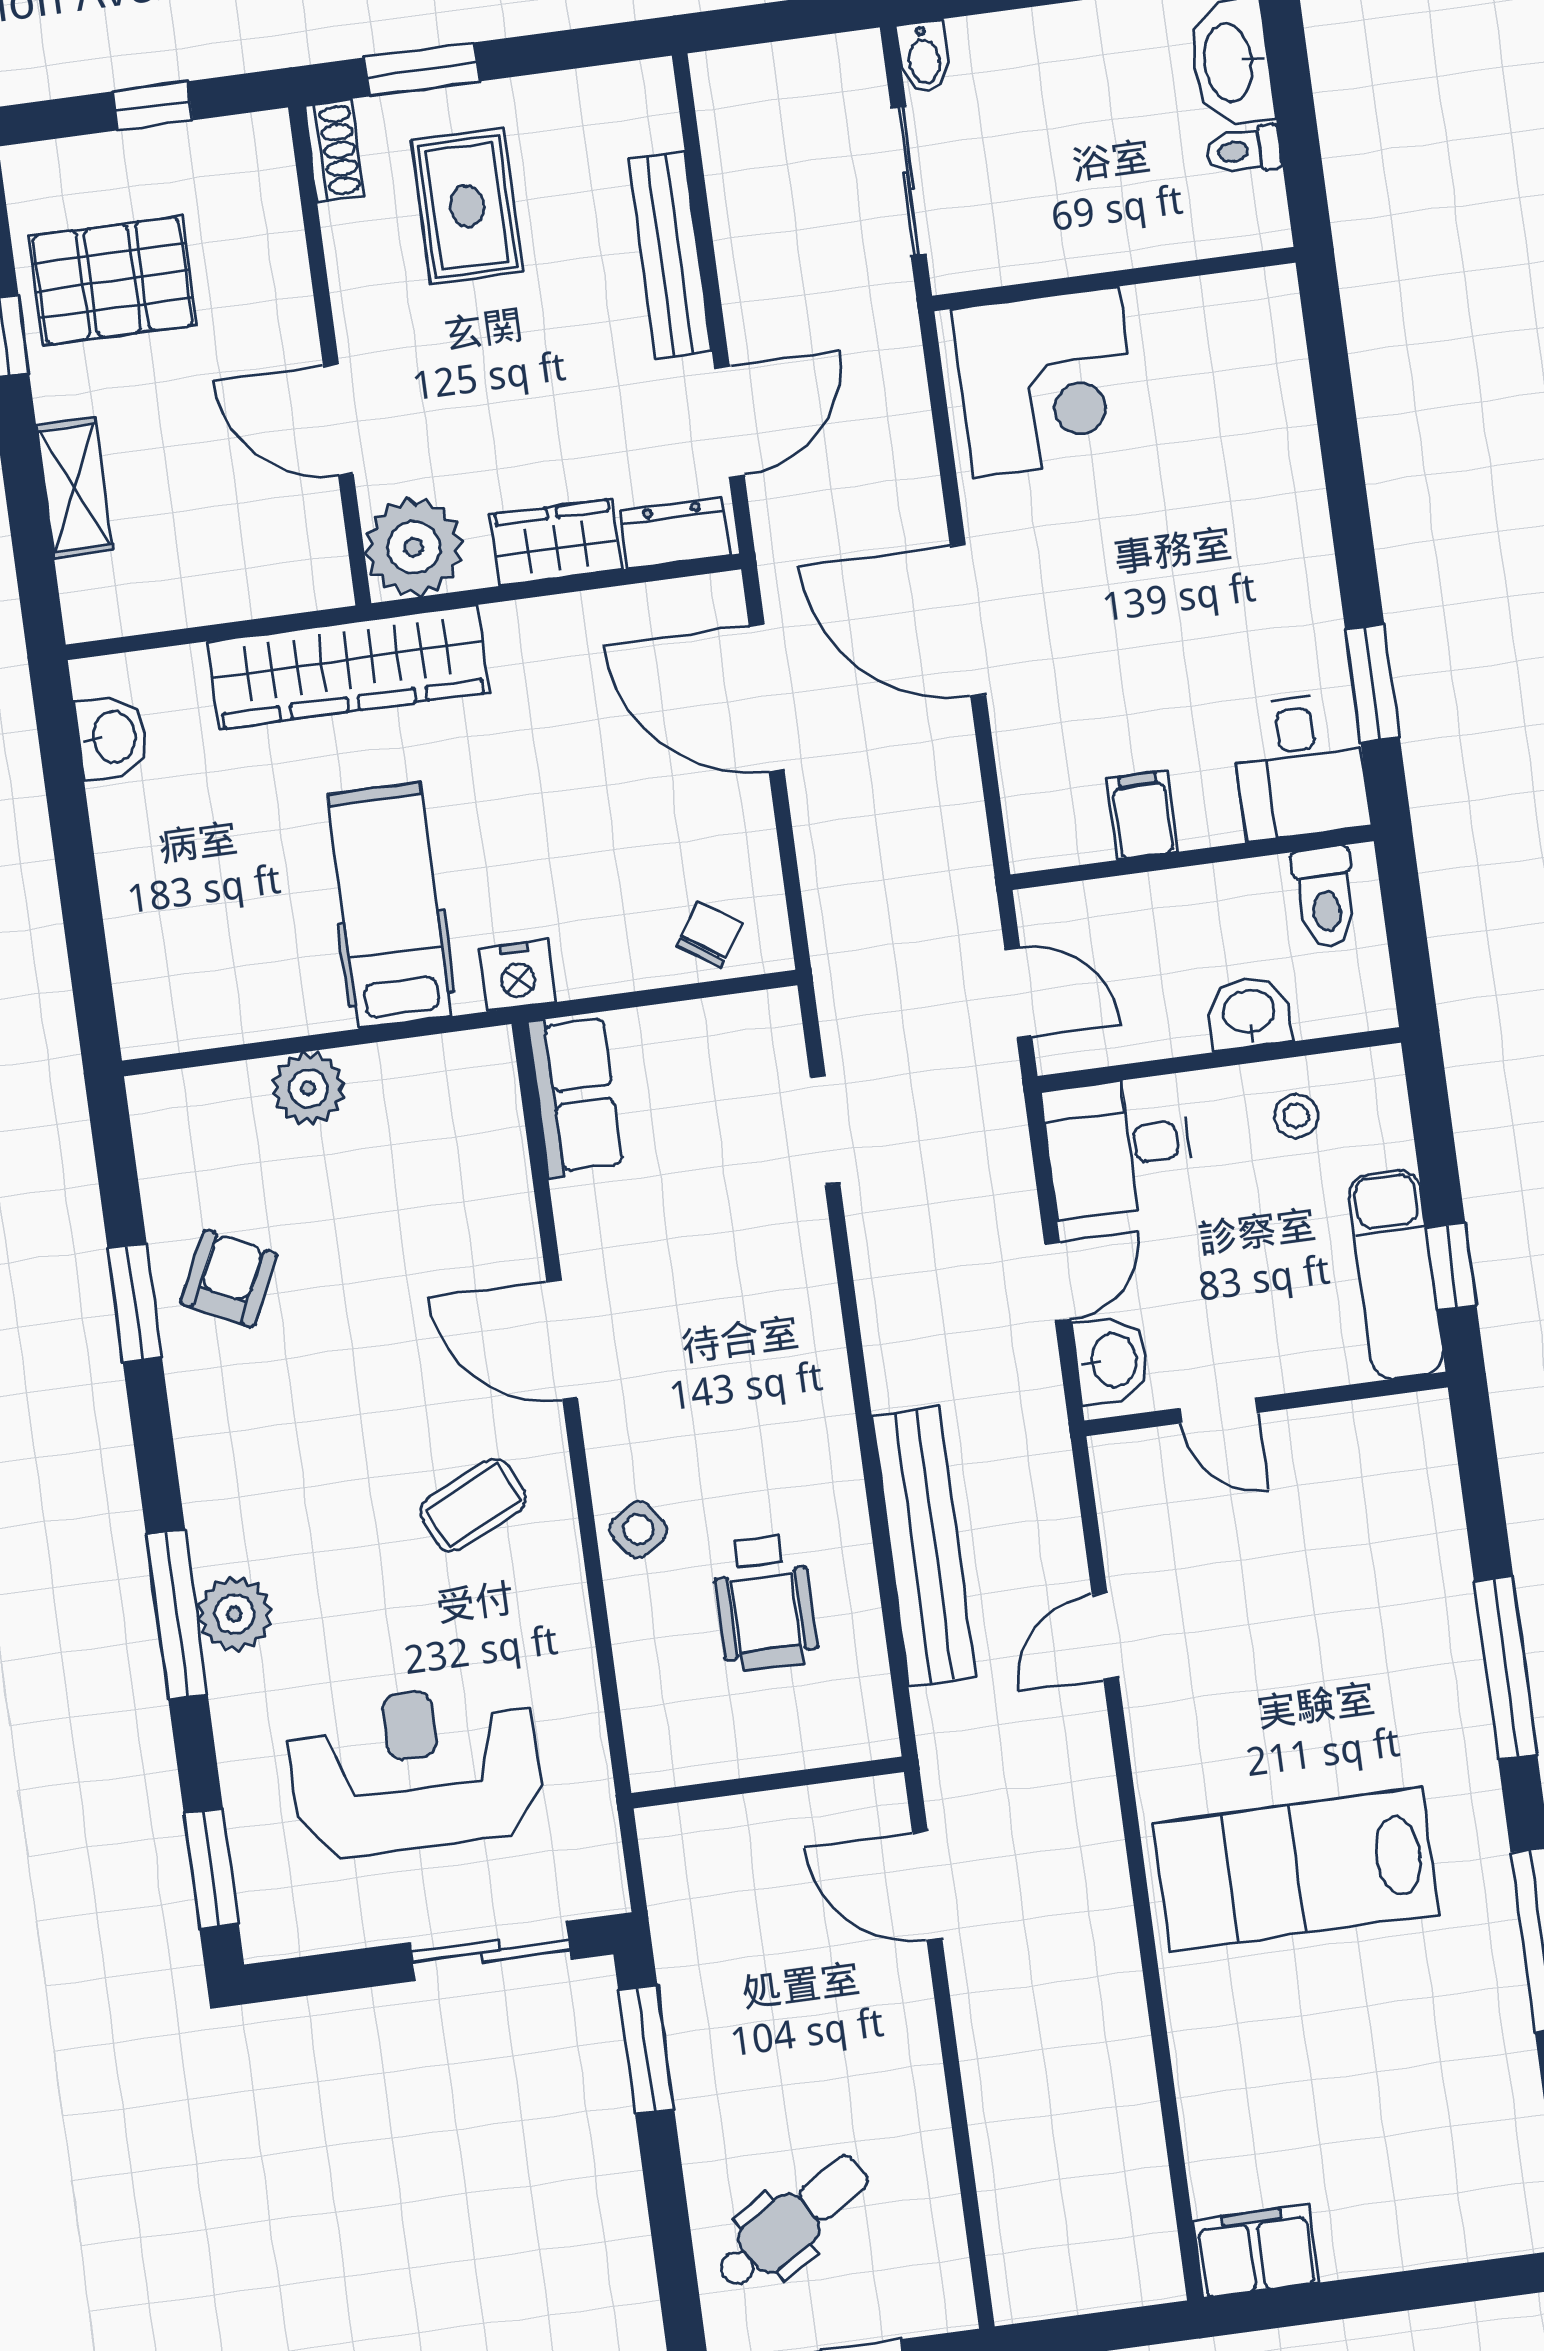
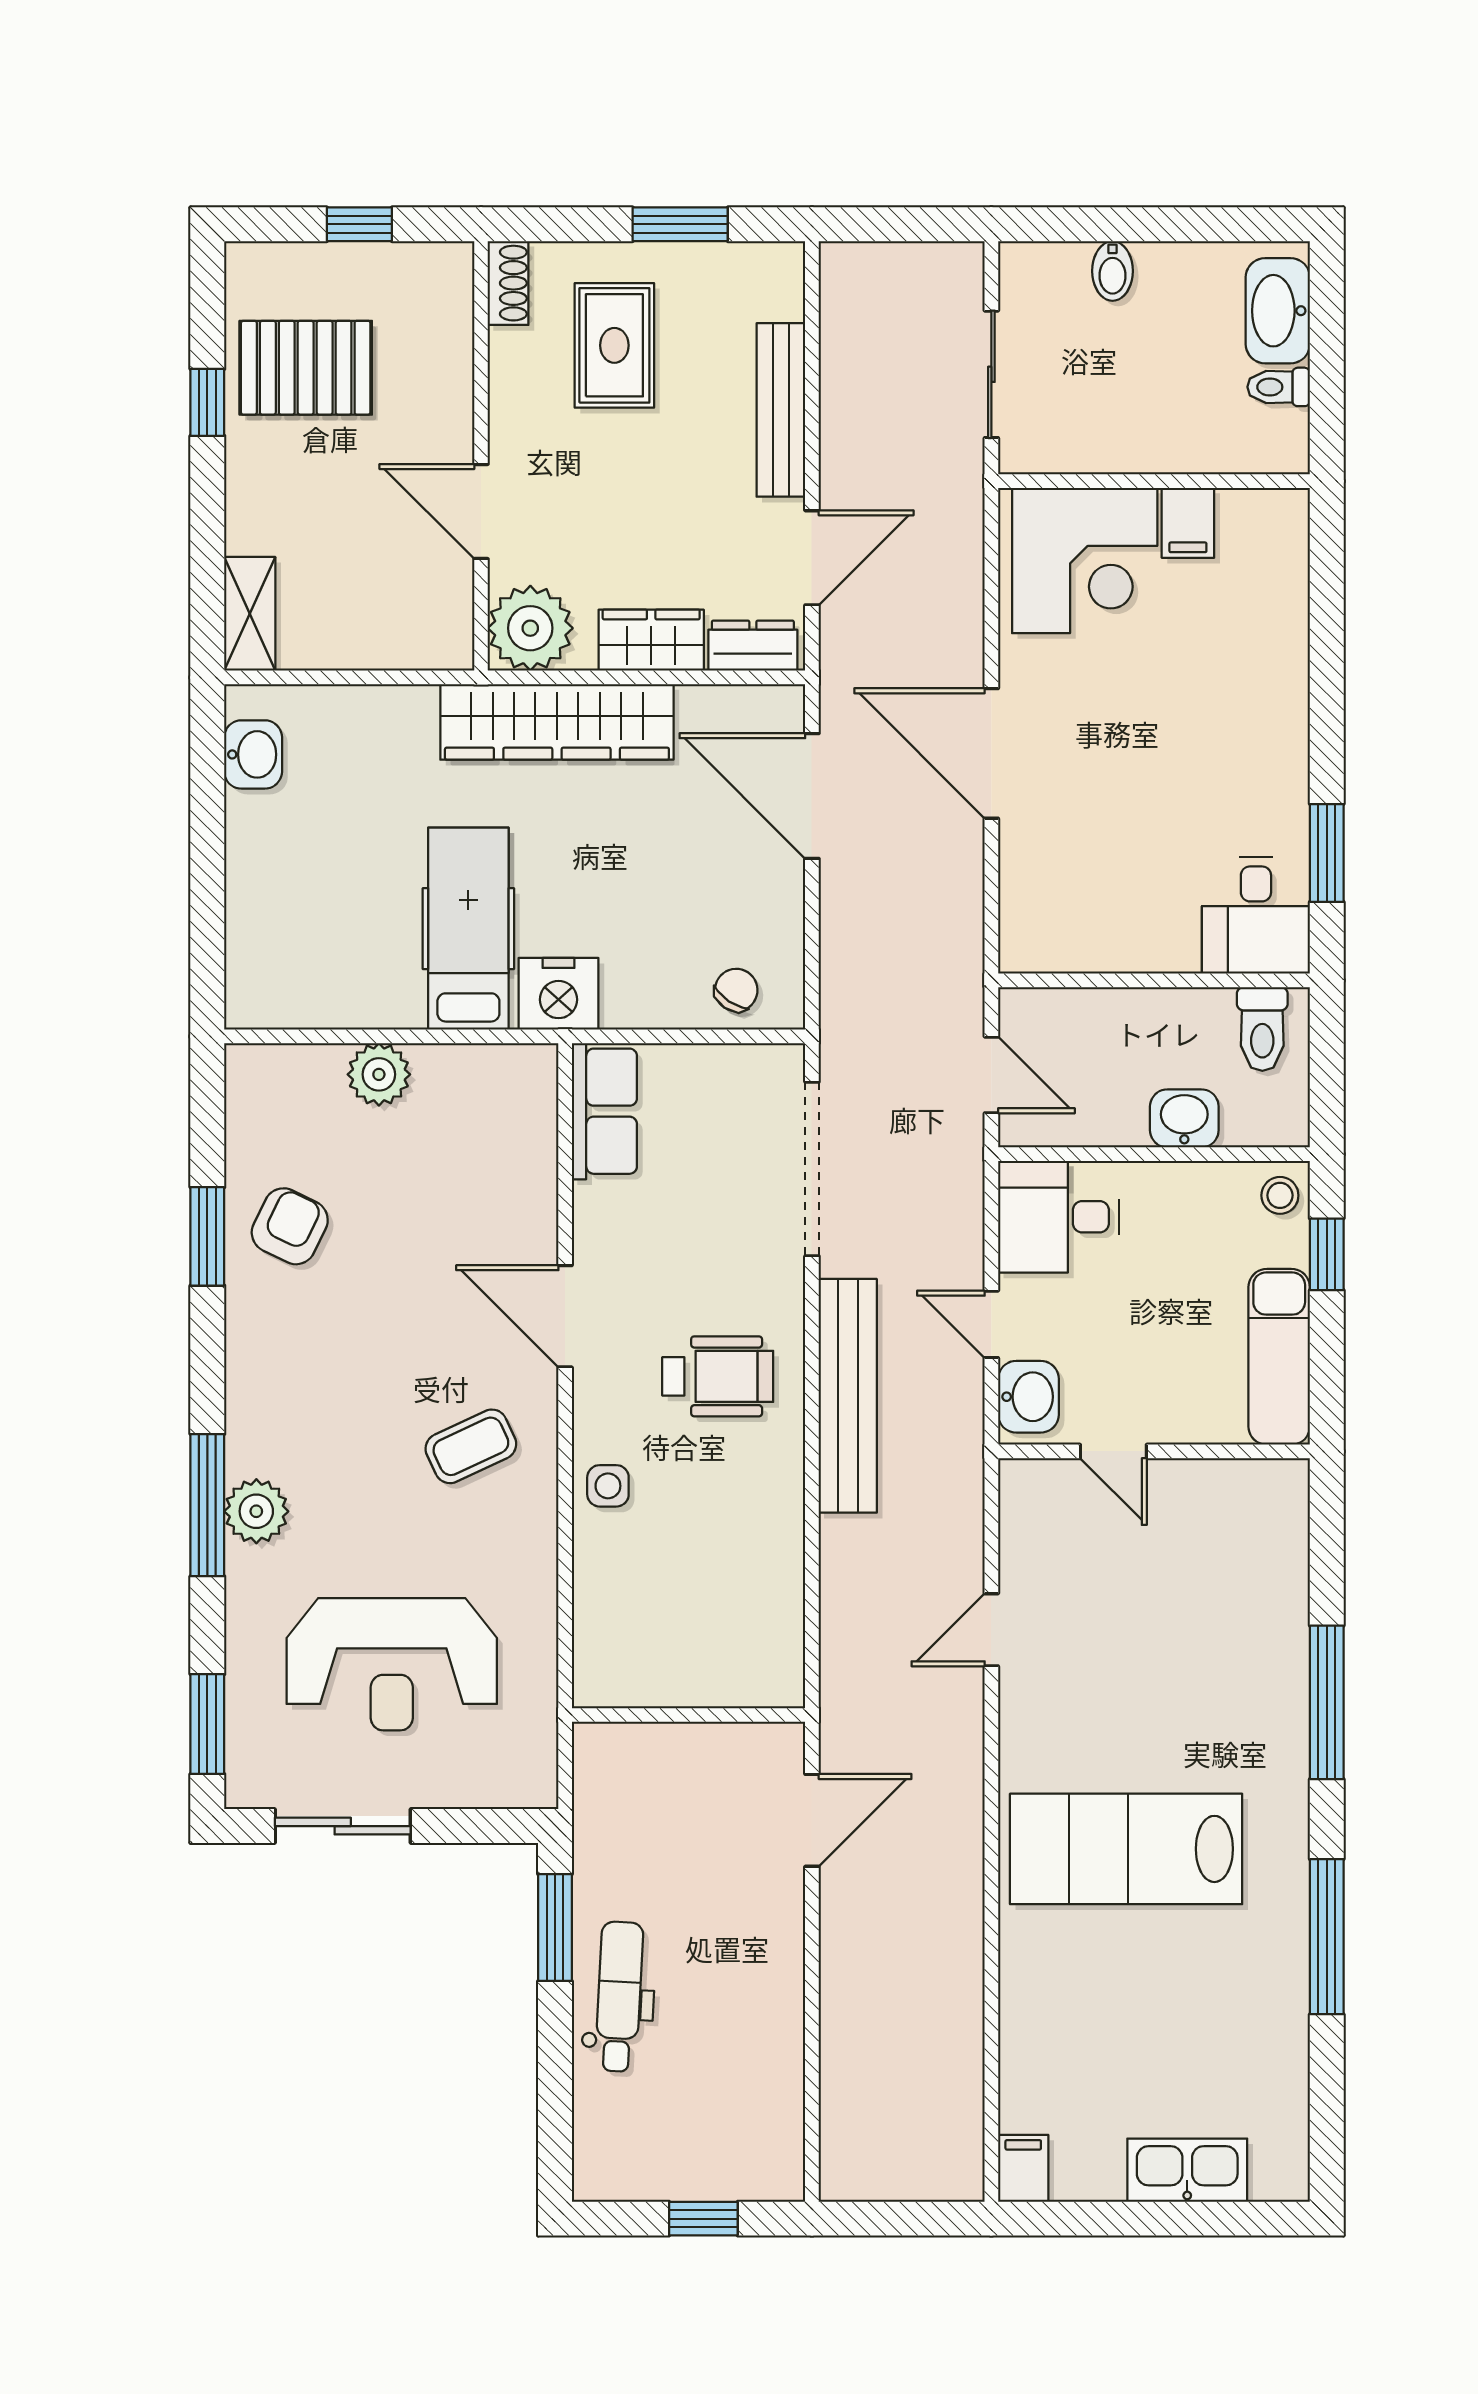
bidet: (924, 57) -> (1112, 271), moved
window: (422, 69) -> (680, 224), moved
shelving: (75, 487) -> (250, 614), moved
wardrobe: (348, 667) -> (557, 722), moved
filing cabinet: (1142, 815) -> (1188, 523), moved, turned 180
nightstand: (517, 975) -> (558, 994), width x1.36, depth x1.33
stool: (1296, 1116) -> (1280, 1195), moved
doorway: (825, 1130) -> (812, 1169), width x1.88
window: (1451, 1266) -> (1327, 1254), moved
door: (1057, 1282) -> (991, 1324), swing flipped
side table: (638, 1529) -> (608, 1486), turned 35
bench: (924, 1546) -> (848, 1396), moved
wheelchair: (765, 1603) -> (718, 1376), moved, turned -90
reception desk: (416, 1770) -> (392, 1664), turned 180
door: (927, 1885) -> (812, 1820), swing flipped
sliding door: (491, 1951) -> (343, 1826), moved
dental chair: (792, 2222) -> (619, 1997), moved, turned -55
kitchen sink: (1417, 2232) -> (1187, 2170), added
filing cabinet: (1256, 2252) -> (1023, 2168), width x0.50

